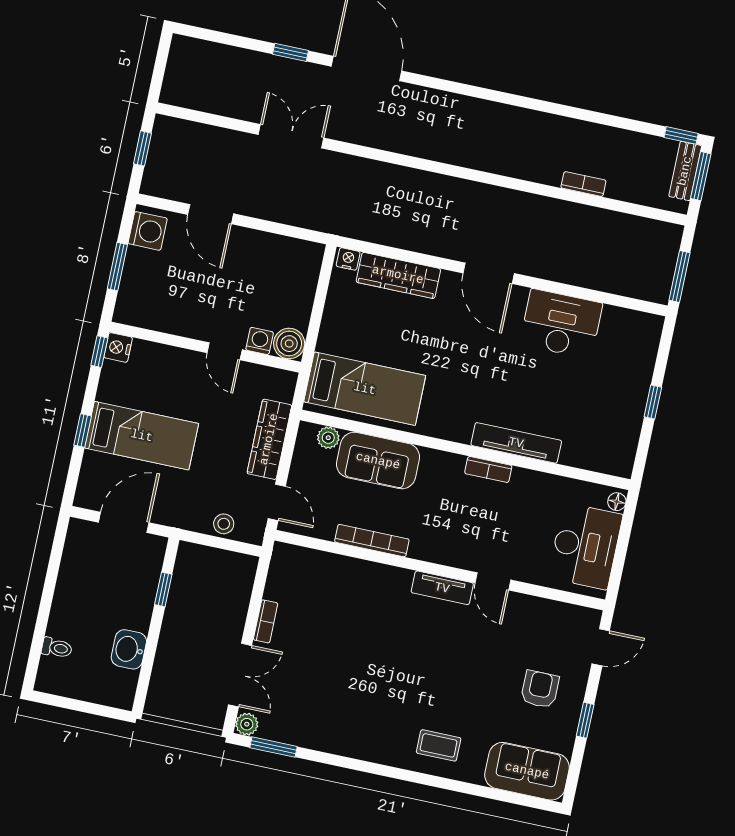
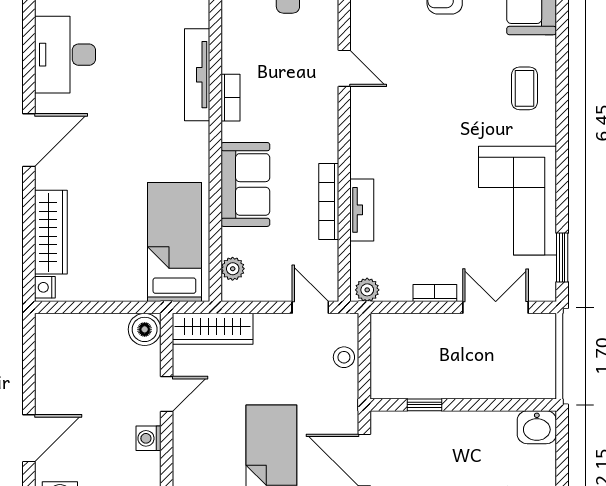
washing machine: (260, 341) -> (148, 438), moved
wardrobe: (269, 439) -> (213, 329), moved
sofa: (378, 461) -> (245, 184), moved
door: (277, 502) -> (310, 307), hinge flipped
door: (493, 581) -> (344, 68), hinge flipped
tv unit: (442, 588) -> (362, 210), moved
washbasin: (129, 649) -> (537, 427), moved
corner sofa: (335, 717) -> (518, 201), added
plant: (247, 724) -> (367, 290), moved

